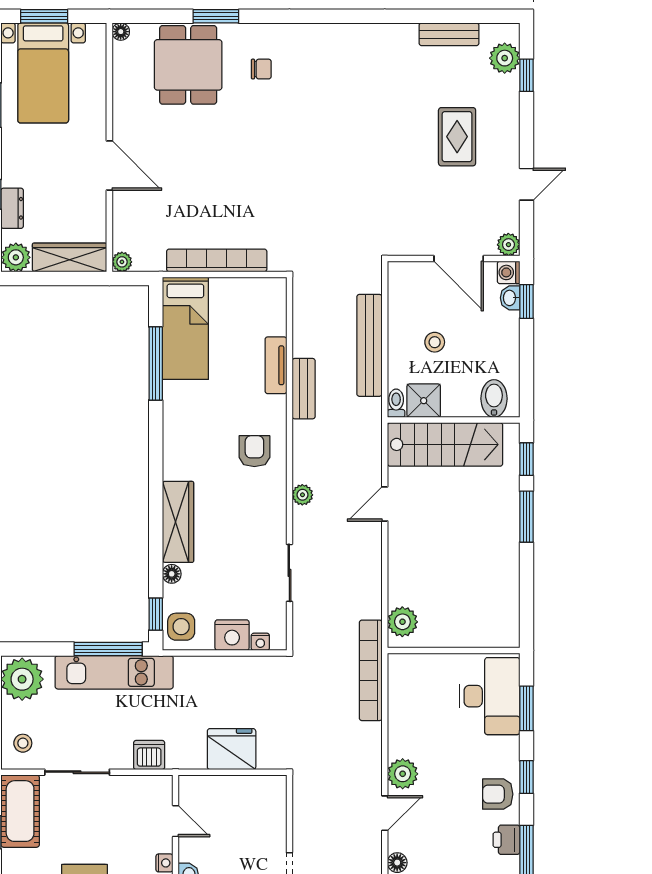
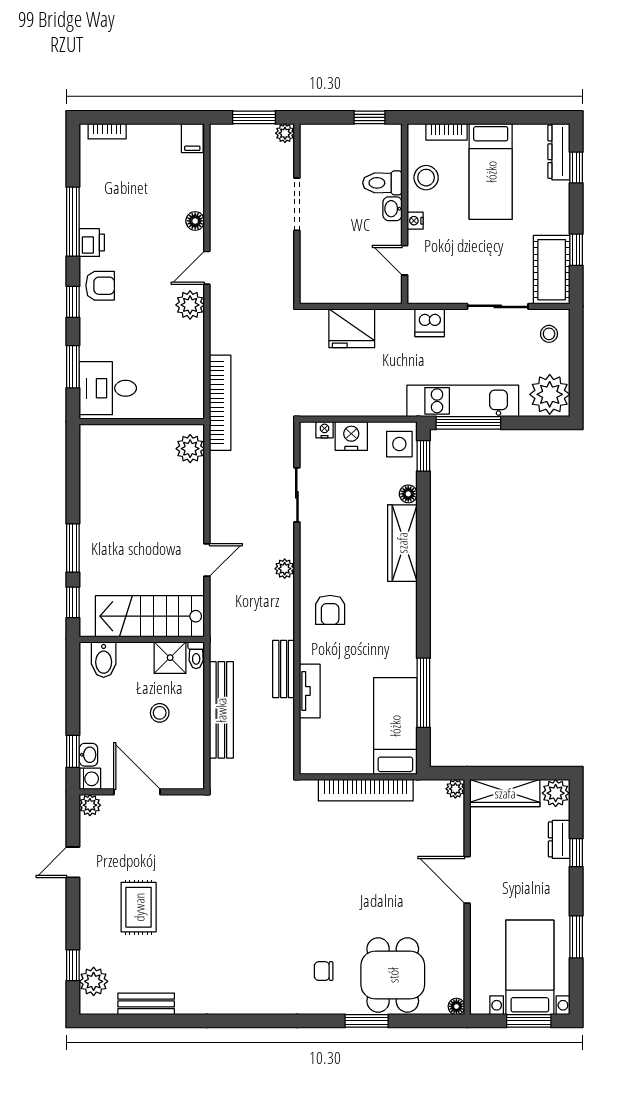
desk: (490, 696) -> (108, 388), width x0.73

